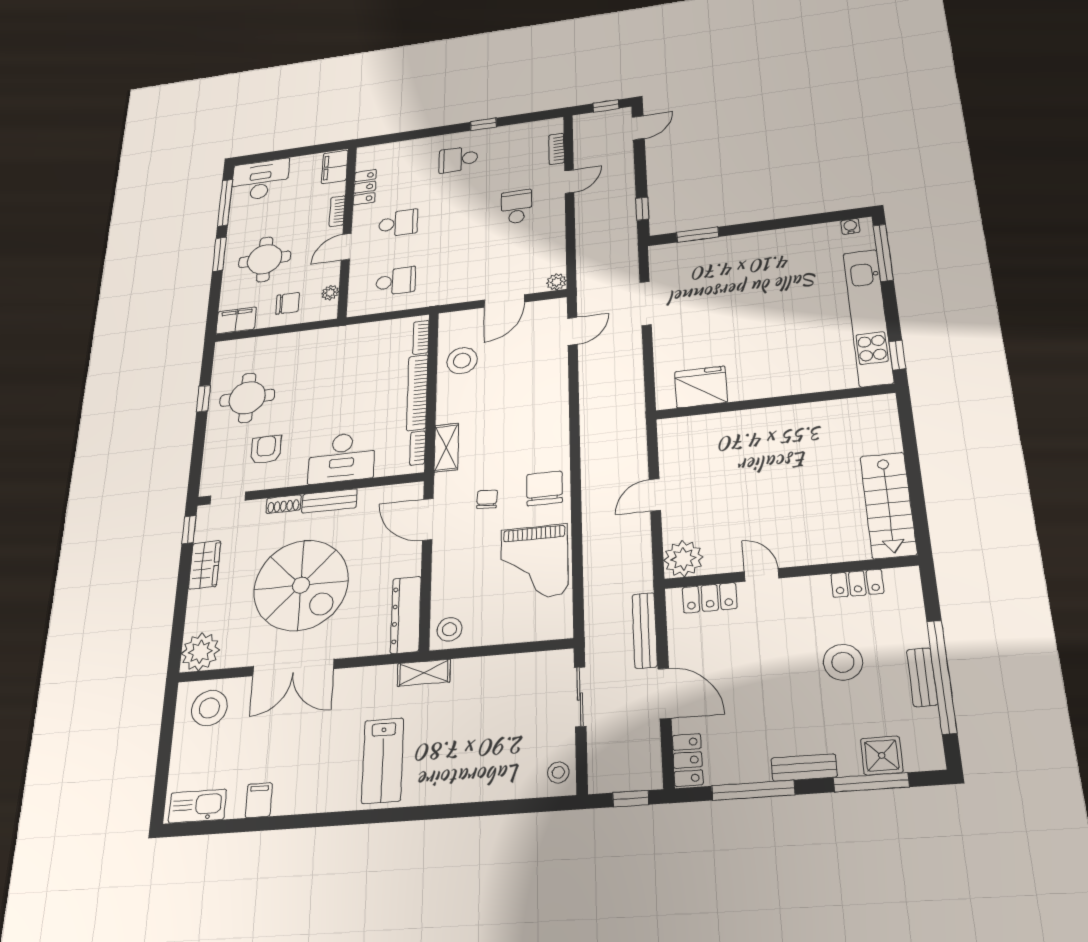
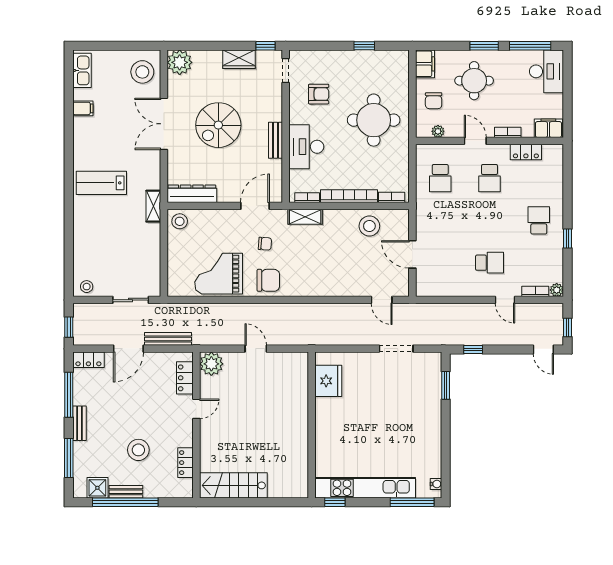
plant: (557, 282) -> (557, 290), moved
round table: (247, 398) -> (374, 120), moved, width x1.36, depth x1.36
shoe rack: (283, 504) -> (277, 109), removed
spiral stairs: (301, 585) -> (218, 125), width x0.73, depth x0.73
shower: (882, 755) -> (97, 488), moved

